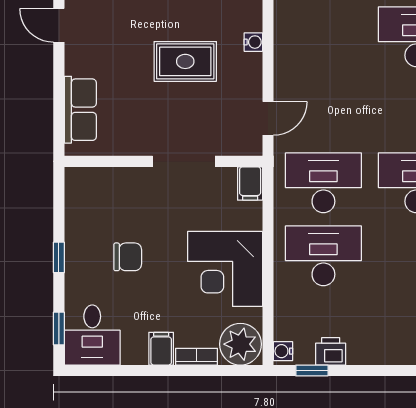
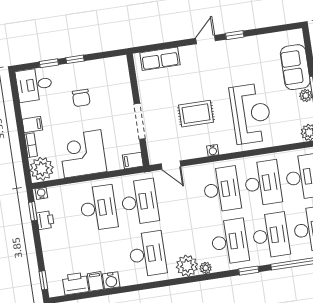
desk: (323, 37) -> (222, 189), added
rug: (185, 61) -> (196, 114), turned 90
window: (59, 328) -> (49, 63), moved

